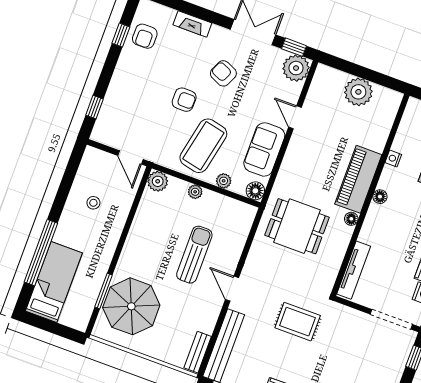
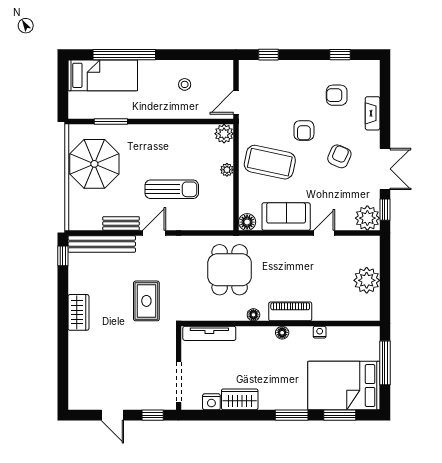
armchair: (145, 36) -> (337, 95), moved
piano: (358, 179) -> (290, 311), width x0.73, depth x0.75
plant: (224, 181) -> (246, 191), removed
parasol: (131, 306) -> (94, 164), moved
bench: (198, 352) -> (121, 223), moved

